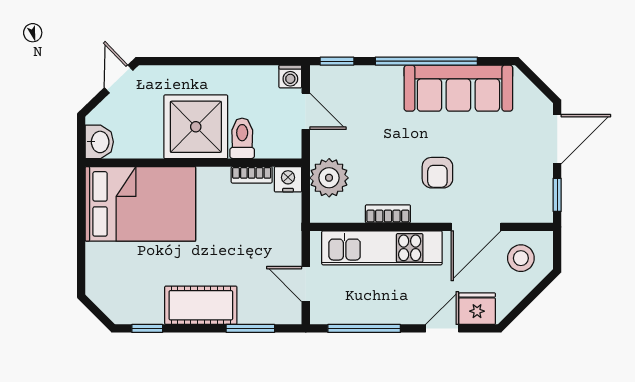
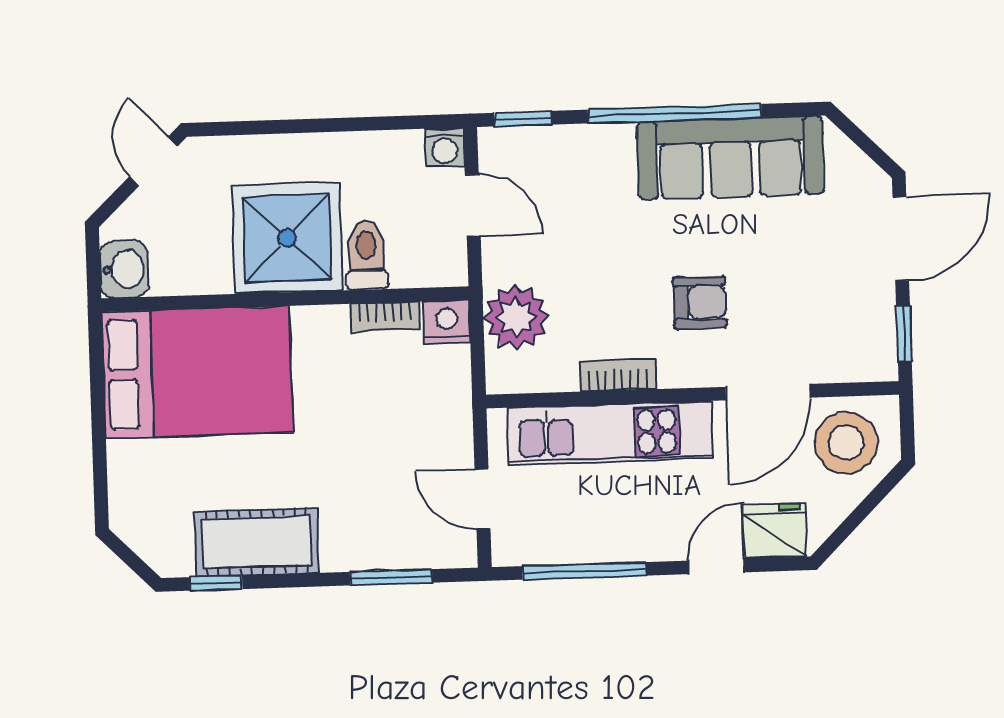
armchair: (437, 173) -> (700, 302), turned -90
stool: (521, 258) -> (846, 443), width x1.38, depth x1.38
cot: (201, 305) -> (257, 542), moved

